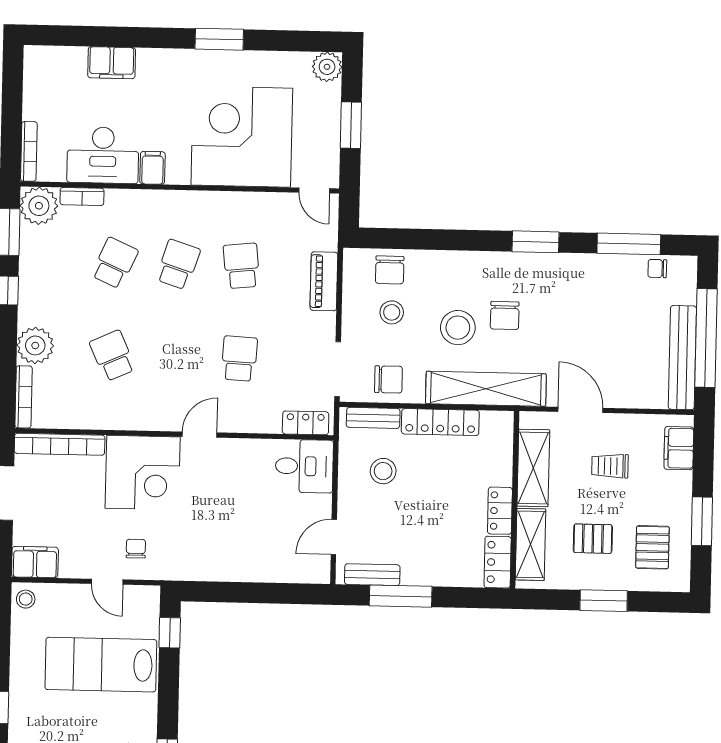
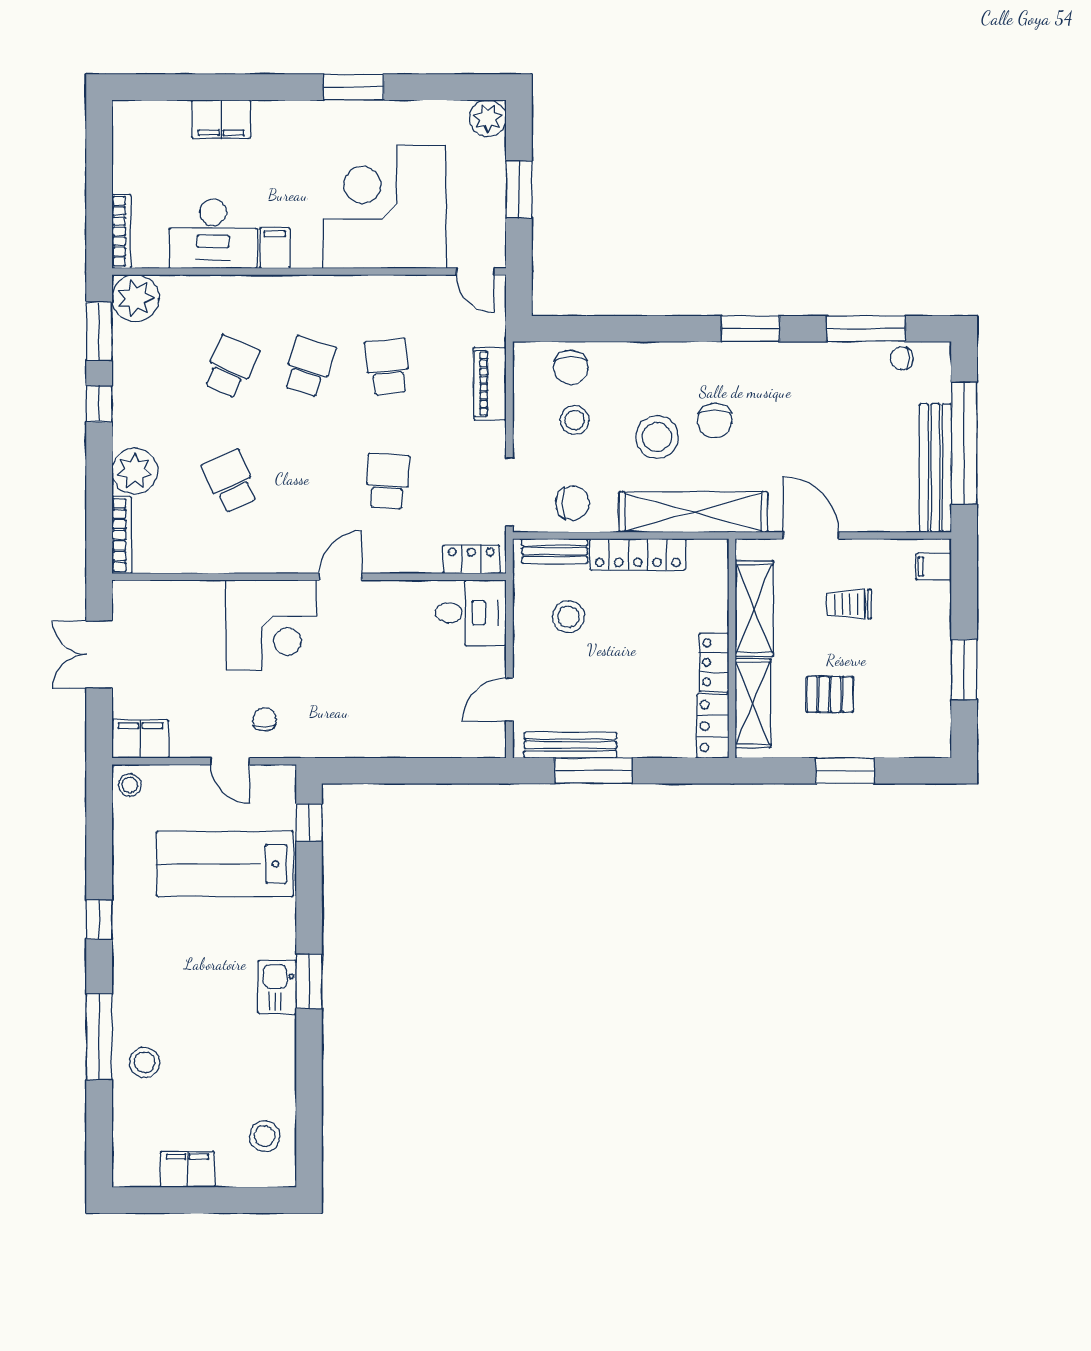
bookcase: (82, 196) -> (188, 285), removed
bookcase: (60, 444) -> (168, 593), removed
filing cabinet: (679, 448) -> (934, 567), width x0.50
pallet: (652, 547) -> (904, 703), removed
bench: (372, 575) -> (570, 745), width x1.36

